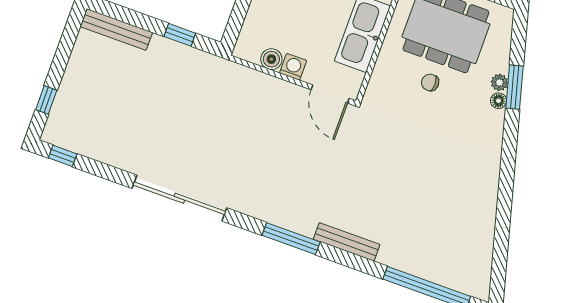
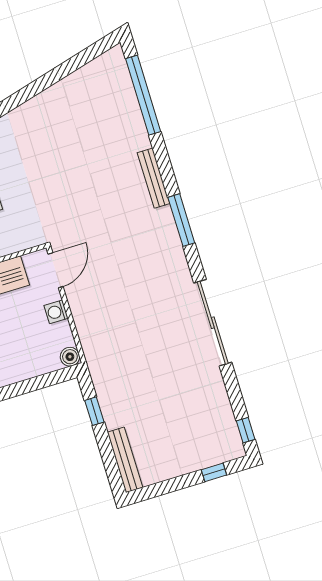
boiler: (271, 59) -> (70, 357), moved

